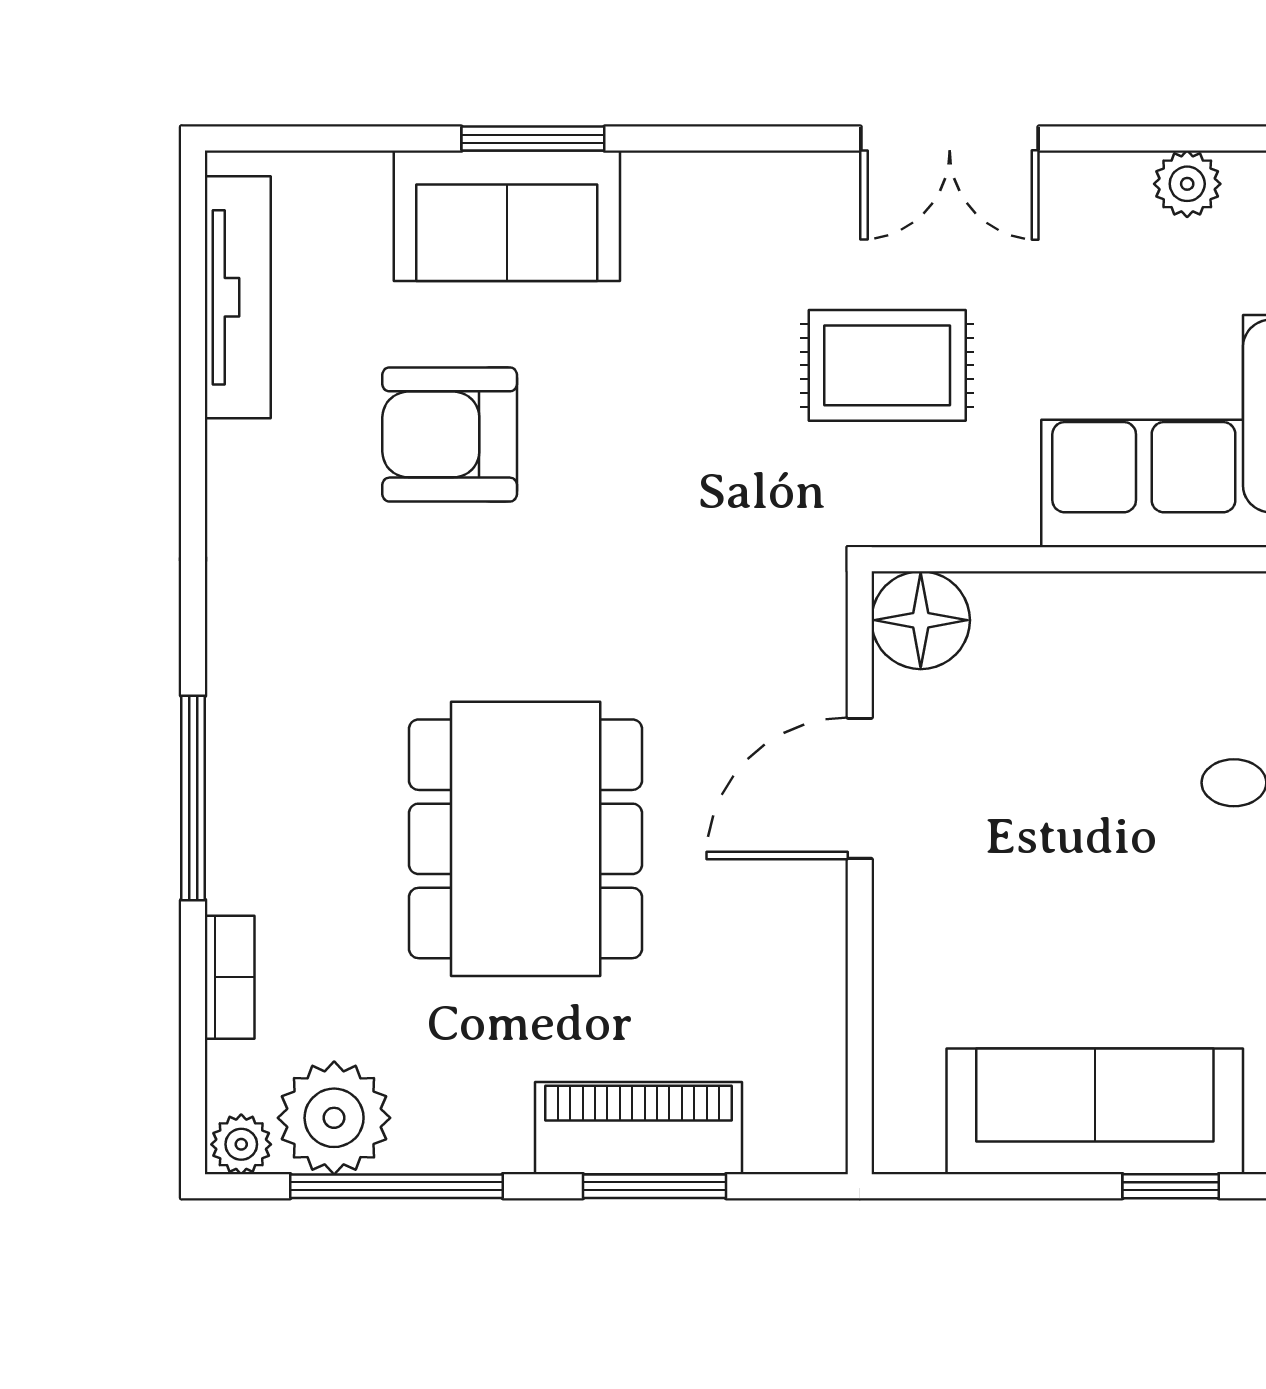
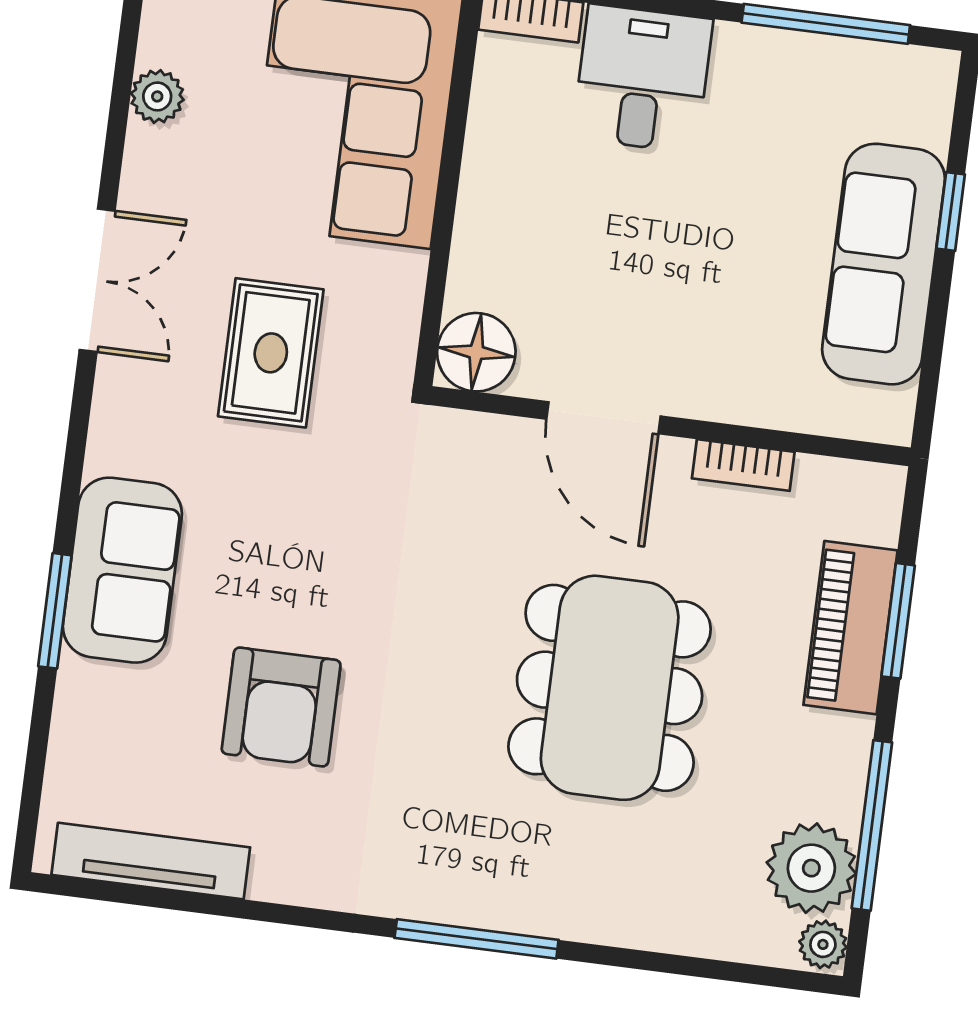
sofa: (507, 216) -> (122, 570), moved
window: (193, 798) -> (477, 939), moved
dining table: (526, 839) -> (610, 688), turned 90
bookcase: (230, 977) -> (743, 465), moved, turned 180

